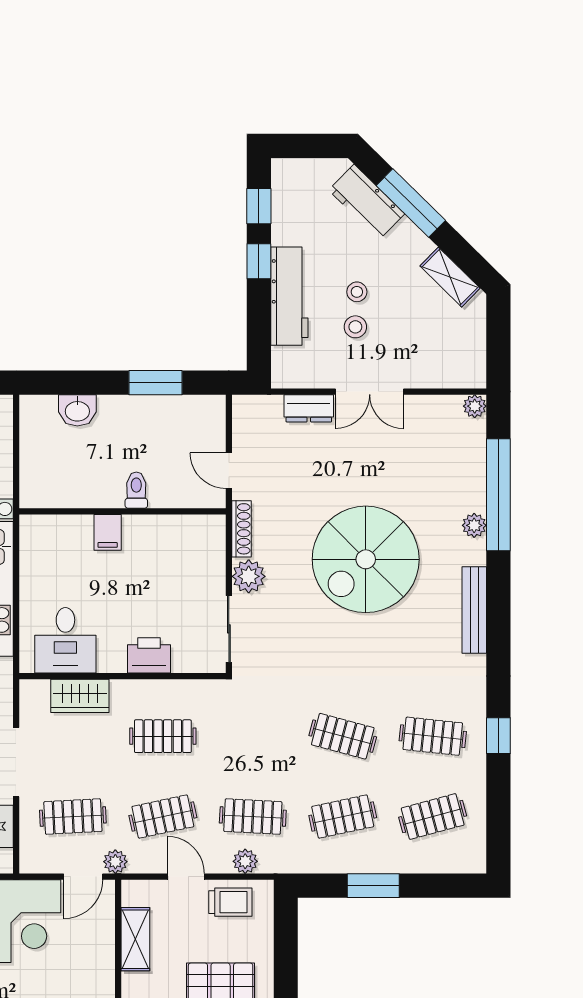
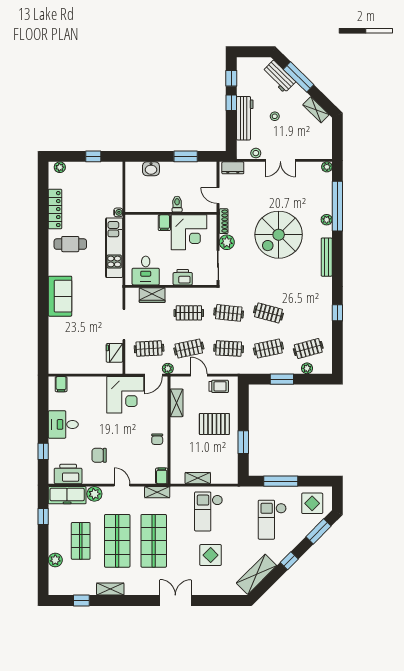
stool: (355, 327) -> (256, 153), moved
dresser: (309, 408) -> (233, 168), moved
corner desk: (163, 554) -> (189, 232), added
clothes rail: (433, 736) -> (229, 313), moved
plant: (245, 861) -> (307, 368), moved

